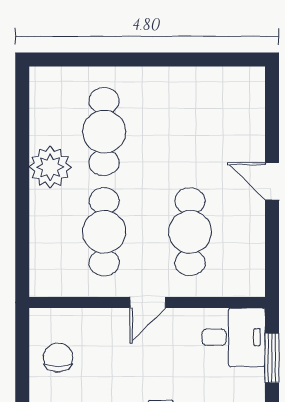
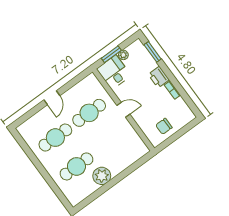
cafe table: (104, 232) -> (55, 138), moved
plant: (254, 380) -> (123, 55), added

